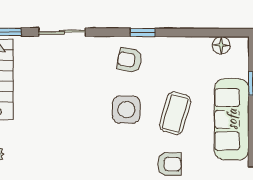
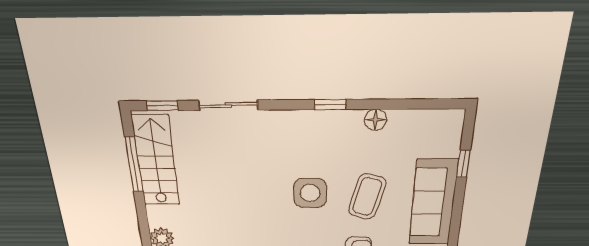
floor lamp: (221, 45) -> (375, 120), moved
armchair: (130, 60) -> (314, 138), removed

